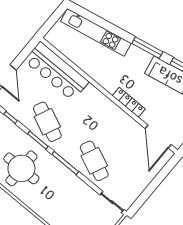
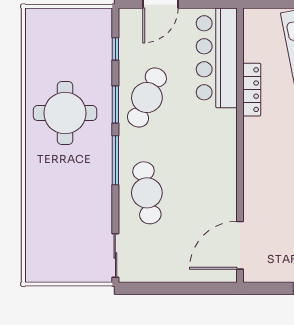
locker: (129, 102) -> (252, 90), moved
cafe table: (94, 161) -> (147, 193), turned -33

